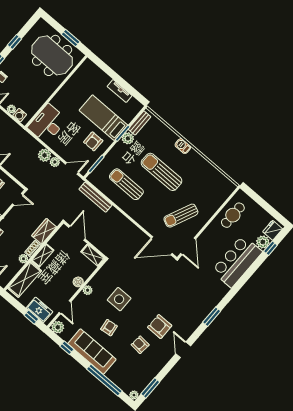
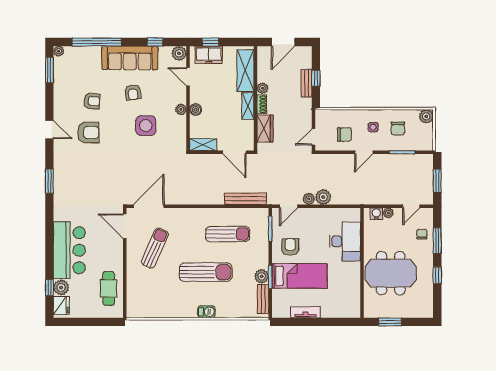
meeting table: (52, 55) -> (391, 273), moved
desk: (47, 124) -> (345, 241), moved

